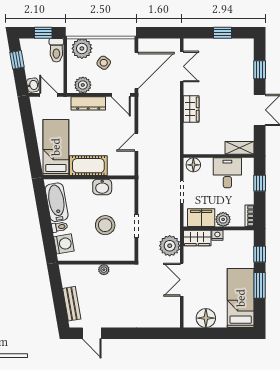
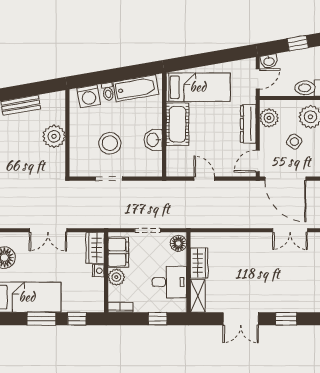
wardrobe: (191, 109) -> (199, 263), moved, turned -90
plant: (170, 246) -> (86, 217), removed
plant: (104, 270) -> (54, 136), width x1.87, depth x1.87
double door: (182, 280) -> (48, 230), swing flipped

